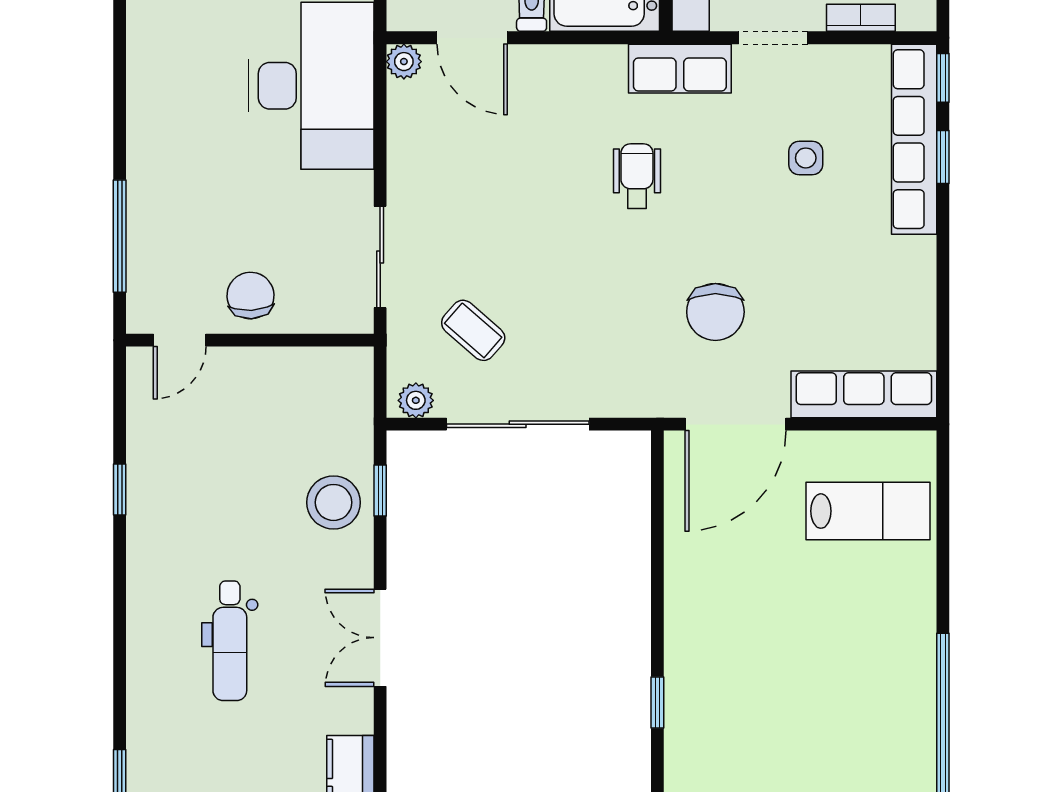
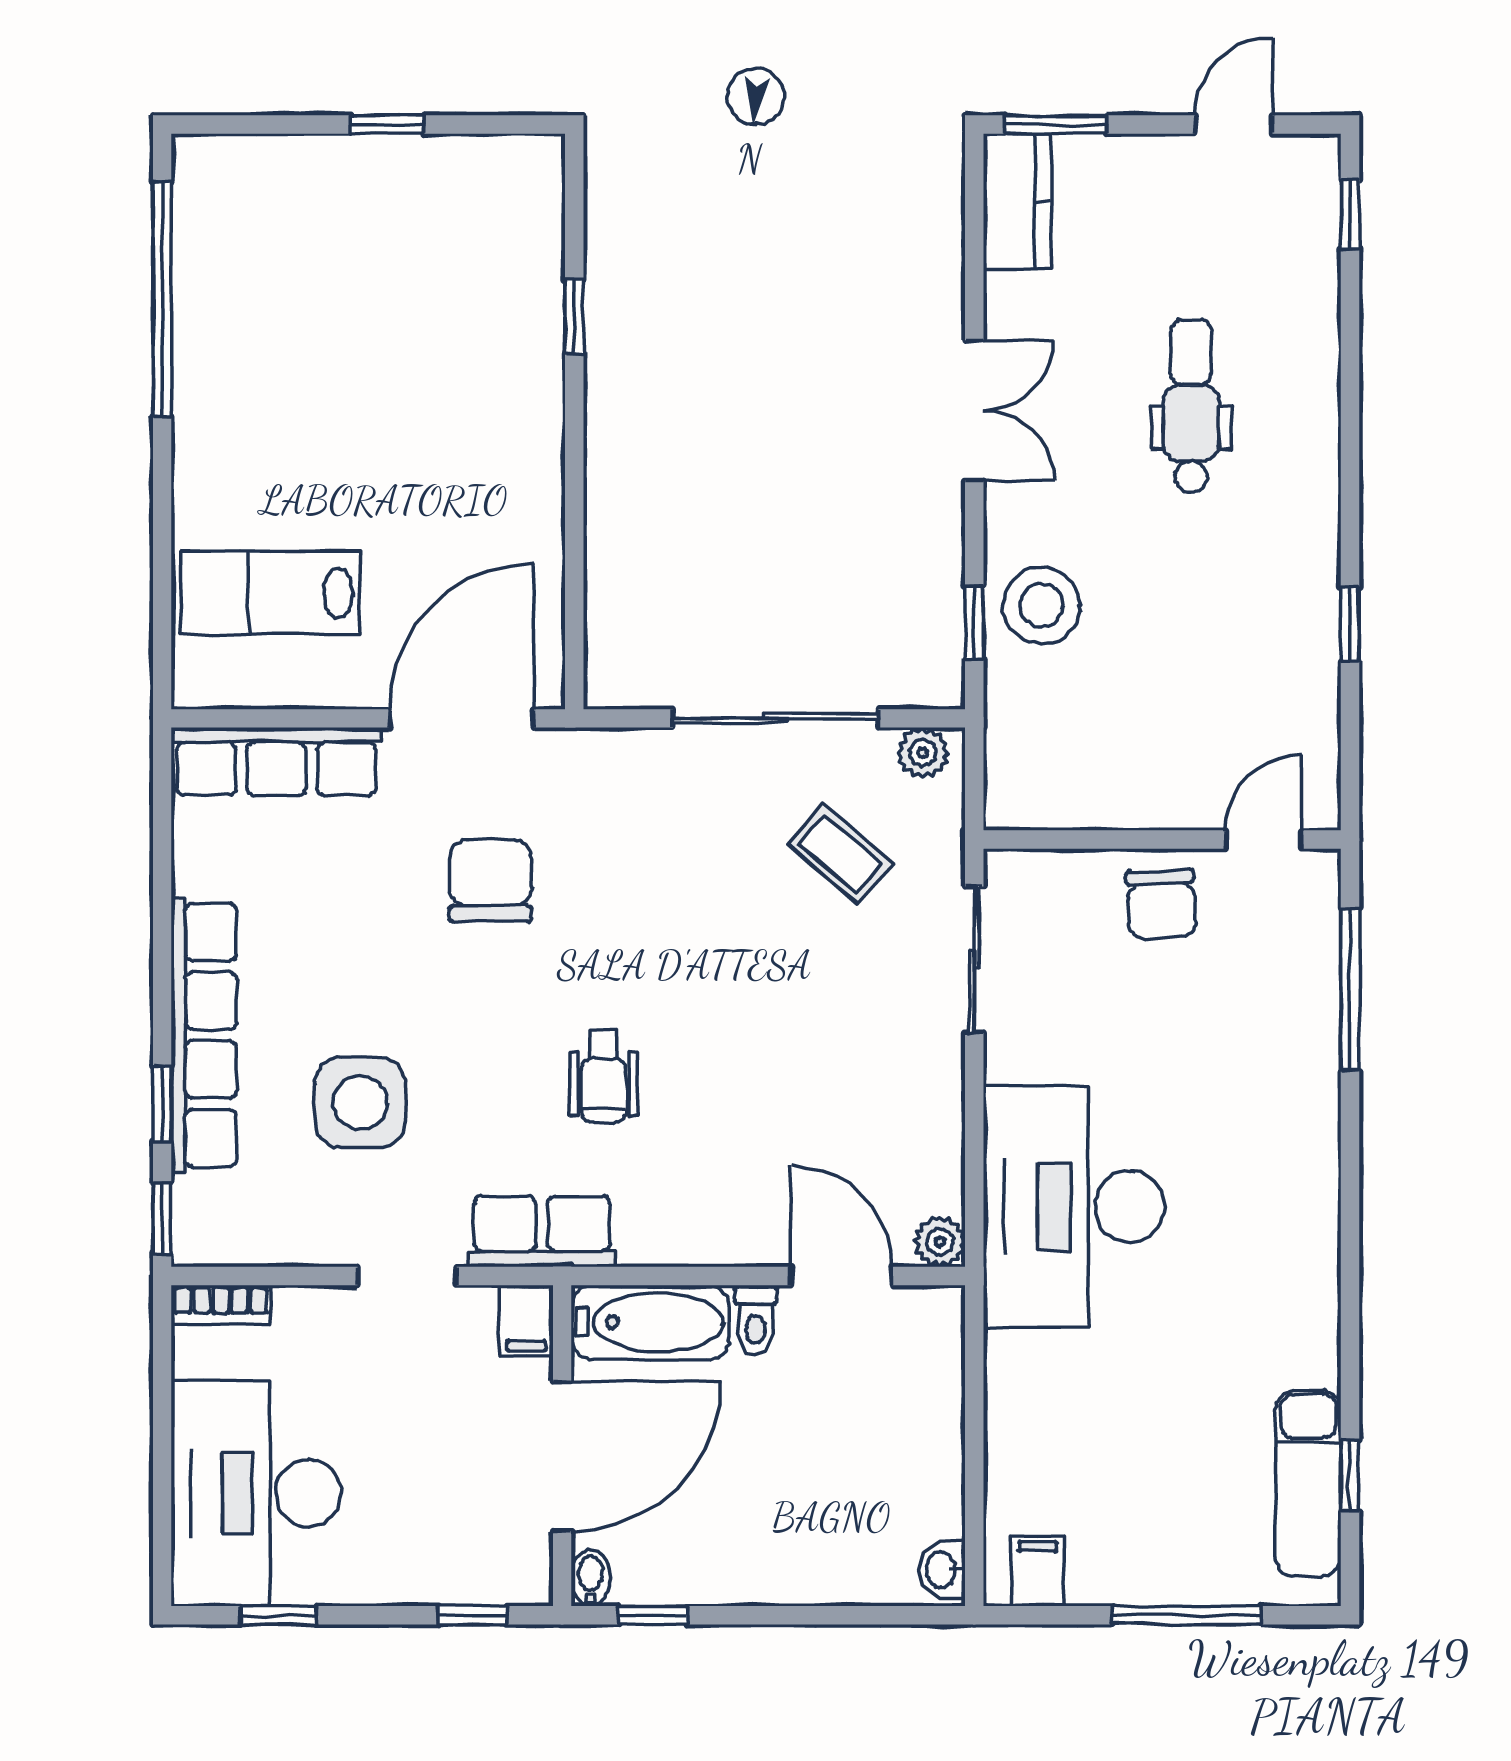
bookcase: (861, 18) -> (221, 1305), moved
row of seats: (914, 139) -> (204, 1035), moved
side table: (806, 158) -> (360, 1102), width x1.87, depth x1.87

